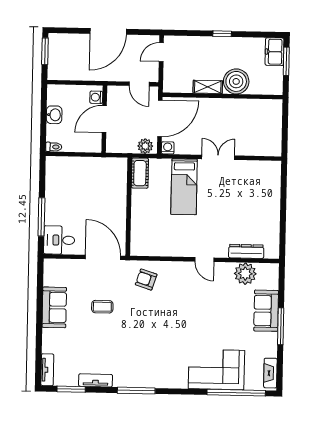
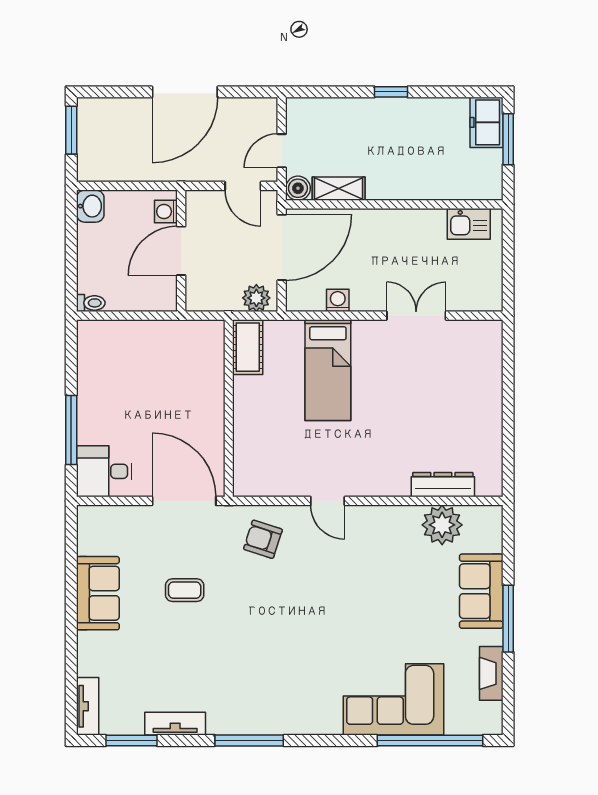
door: (161, 52) -> (282, 151), moved
boiler: (236, 81) -> (298, 188), moved, width x0.54, depth x0.54
shelving: (208, 87) -> (339, 189), moved
kitchen sink: (264, 108) -> (469, 224), added
washbasin: (54, 115) -> (90, 206), moved
washing machine: (168, 148) -> (338, 300), moved
double door: (218, 157) -> (416, 316), moved
door: (204, 260) -> (328, 501), moved
fireplace: (270, 373) -> (491, 673), moved

